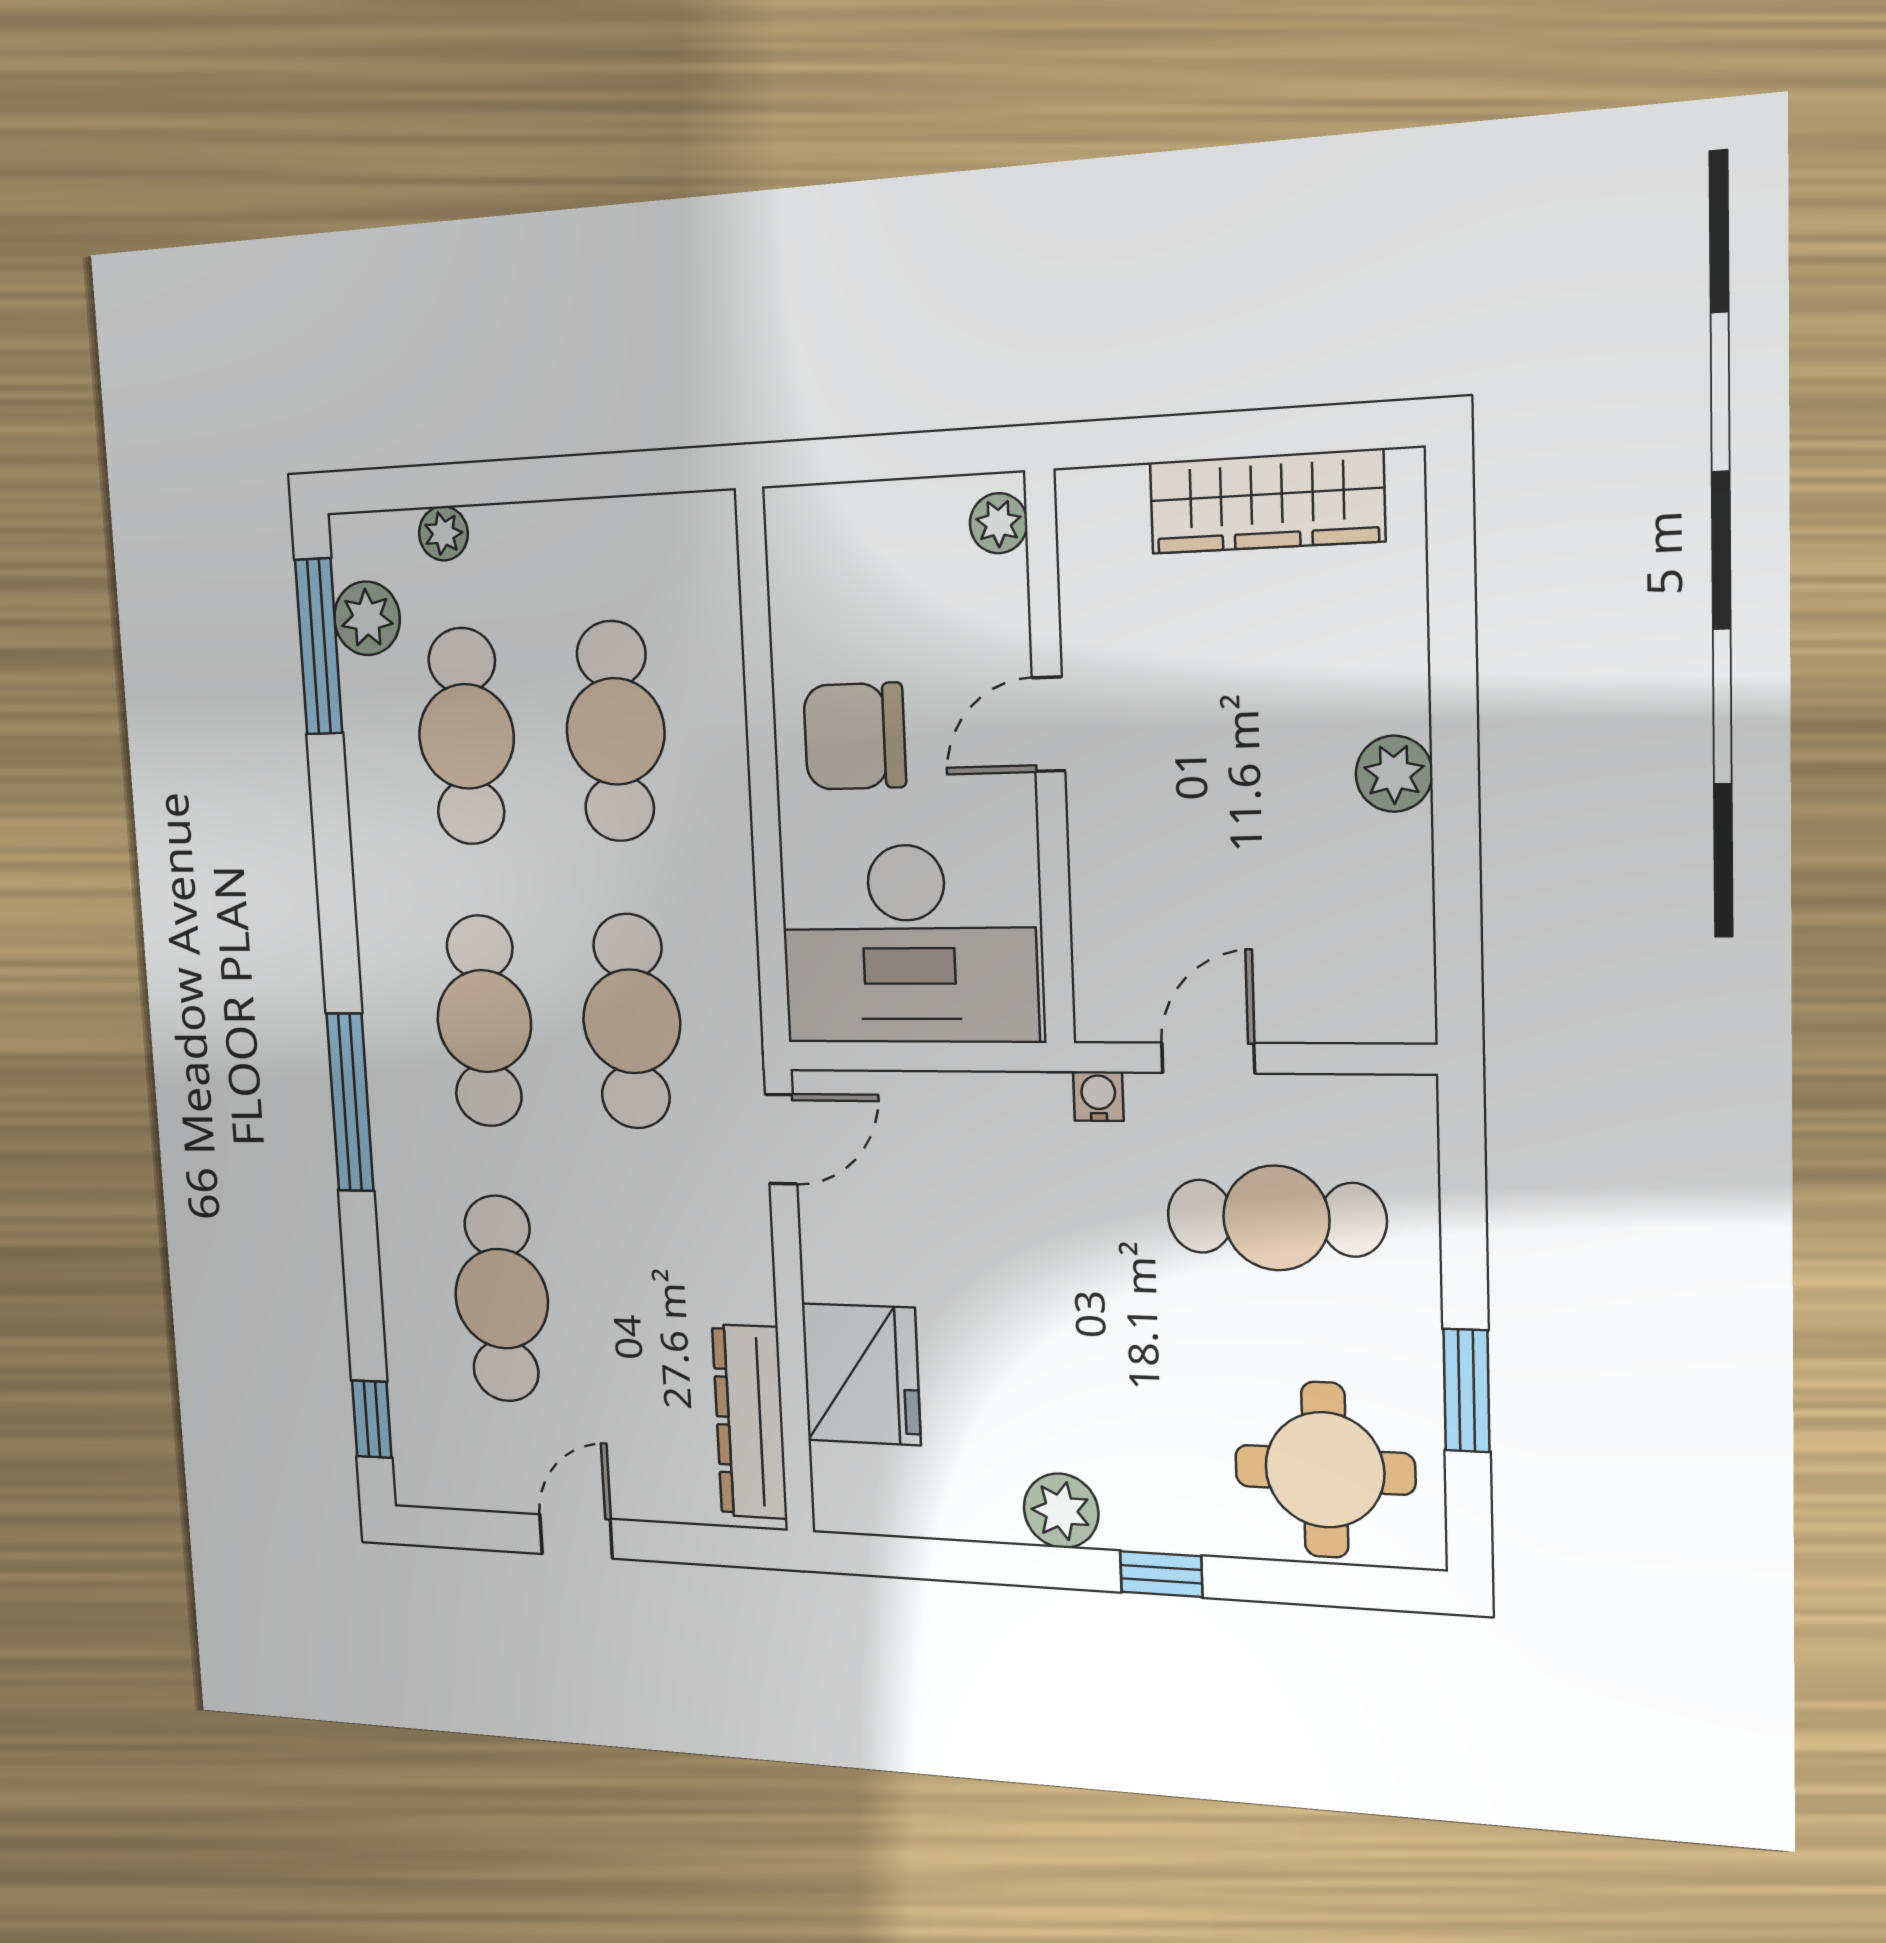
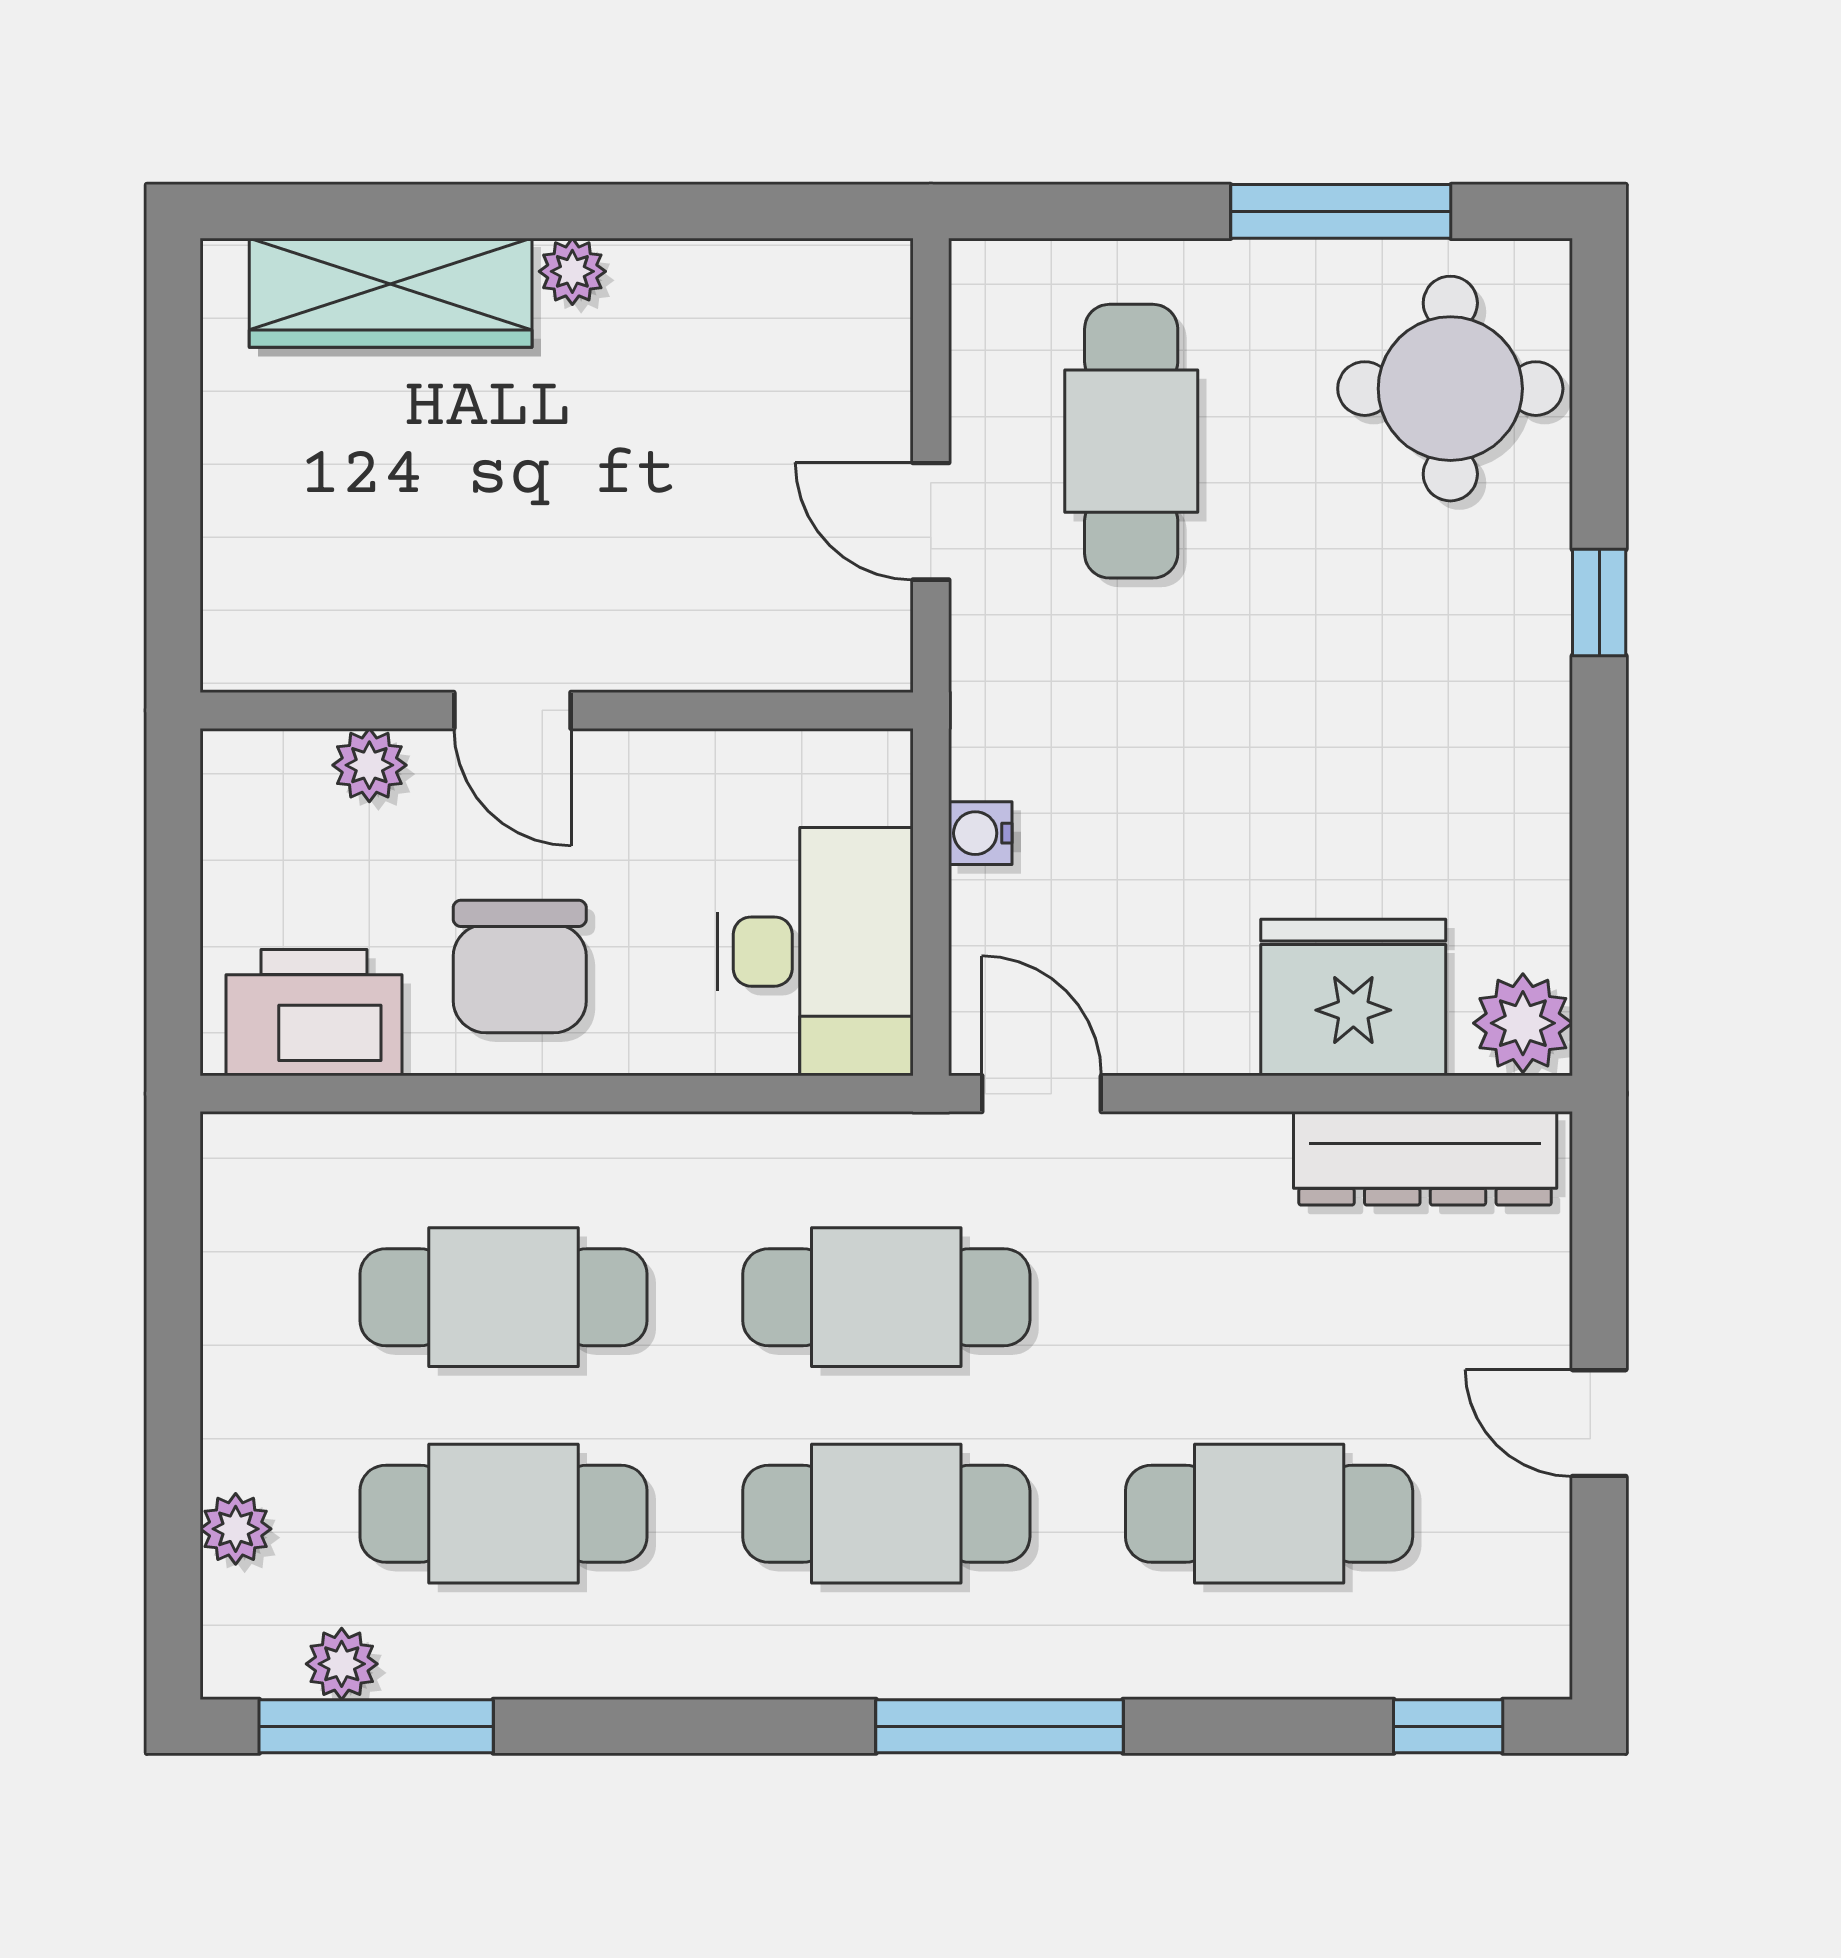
wardrobe: (1267, 502) -> (391, 293), moved, turned 90
plant: (999, 523) -> (369, 765), moved
printer: (813, 575) -> (314, 1013), added
plant: (367, 618) -> (342, 1664), width x0.73, depth x0.73
plant: (1394, 774) -> (572, 271), width x0.73, depth x0.73
desk: (908, 944) -> (815, 952), width x0.73, depth x0.77
water cooler: (1098, 1096) -> (980, 833), moved
window: (1467, 1390) -> (1341, 211), width x1.44
plant: (1061, 1511) -> (1523, 1023), moved

